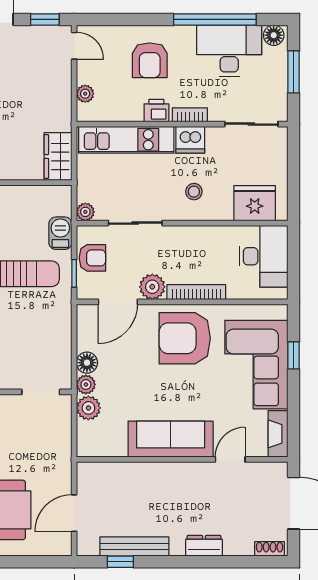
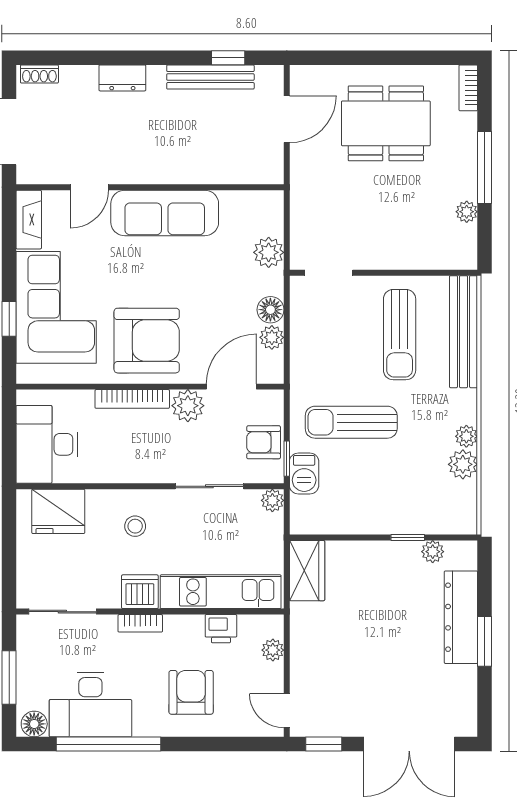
printer: (156, 111) -> (221, 629), moved
window: (74, 273) -> (287, 459), moved
plant: (86, 385) -> (272, 337), moved

